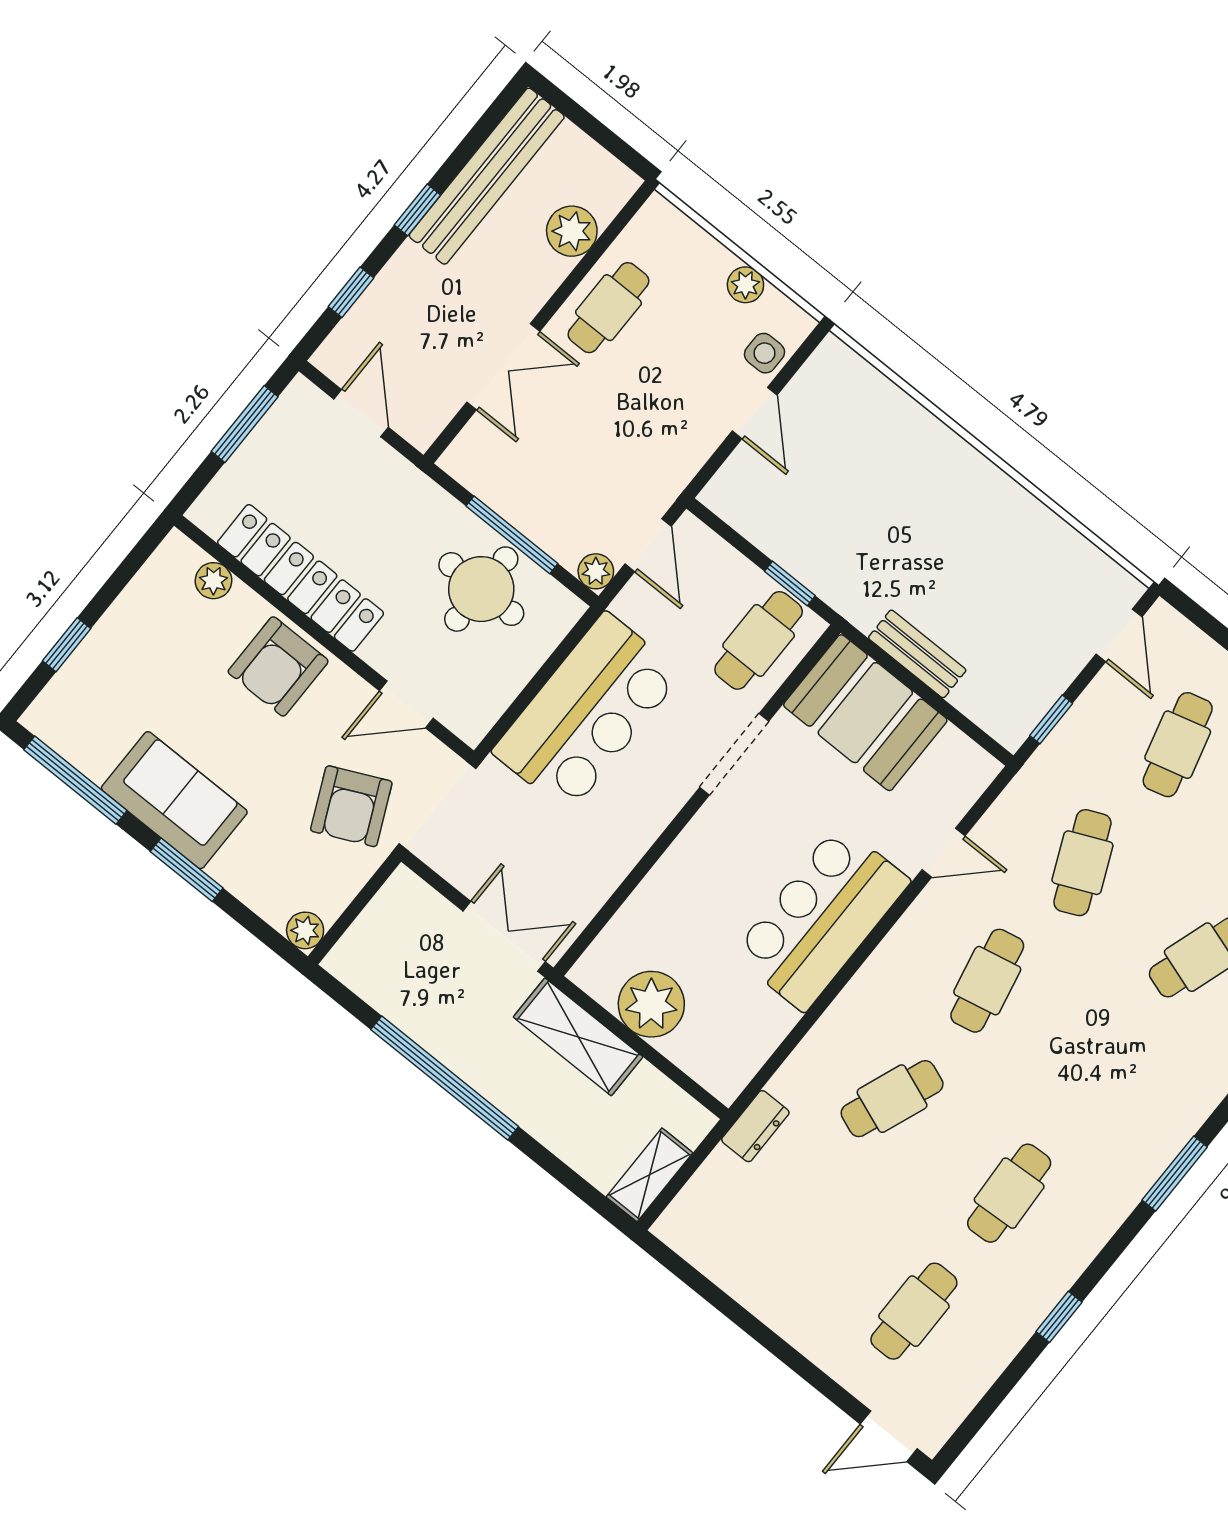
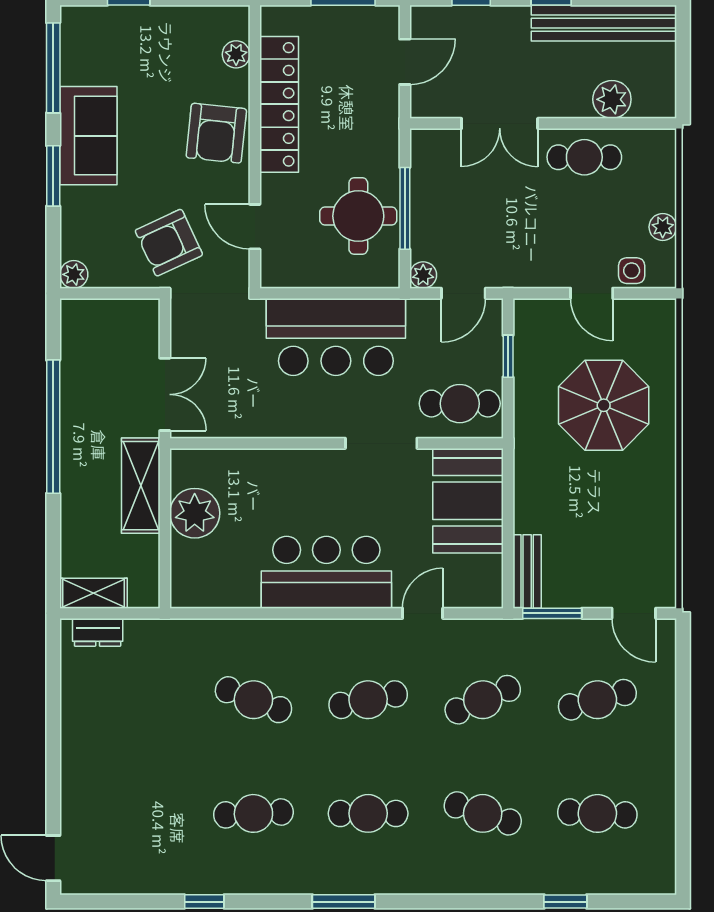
door: (755, 413) -> (592, 293), hinge flipped
parasol: (880, 494) -> (604, 405), added
window: (790, 584) -> (508, 356), moved
door: (1119, 635) -> (634, 613), hinge flipped
bench: (917, 654) -> (527, 571), moved
armchair: (278, 666) -> (216, 133), turned -84
window: (1051, 719) -> (552, 613), width x1.50
door: (944, 853) -> (423, 613), swing flipped
dresser: (755, 1126) -> (98, 632), moved
cafe table: (914, 1311) -> (368, 813), moved

